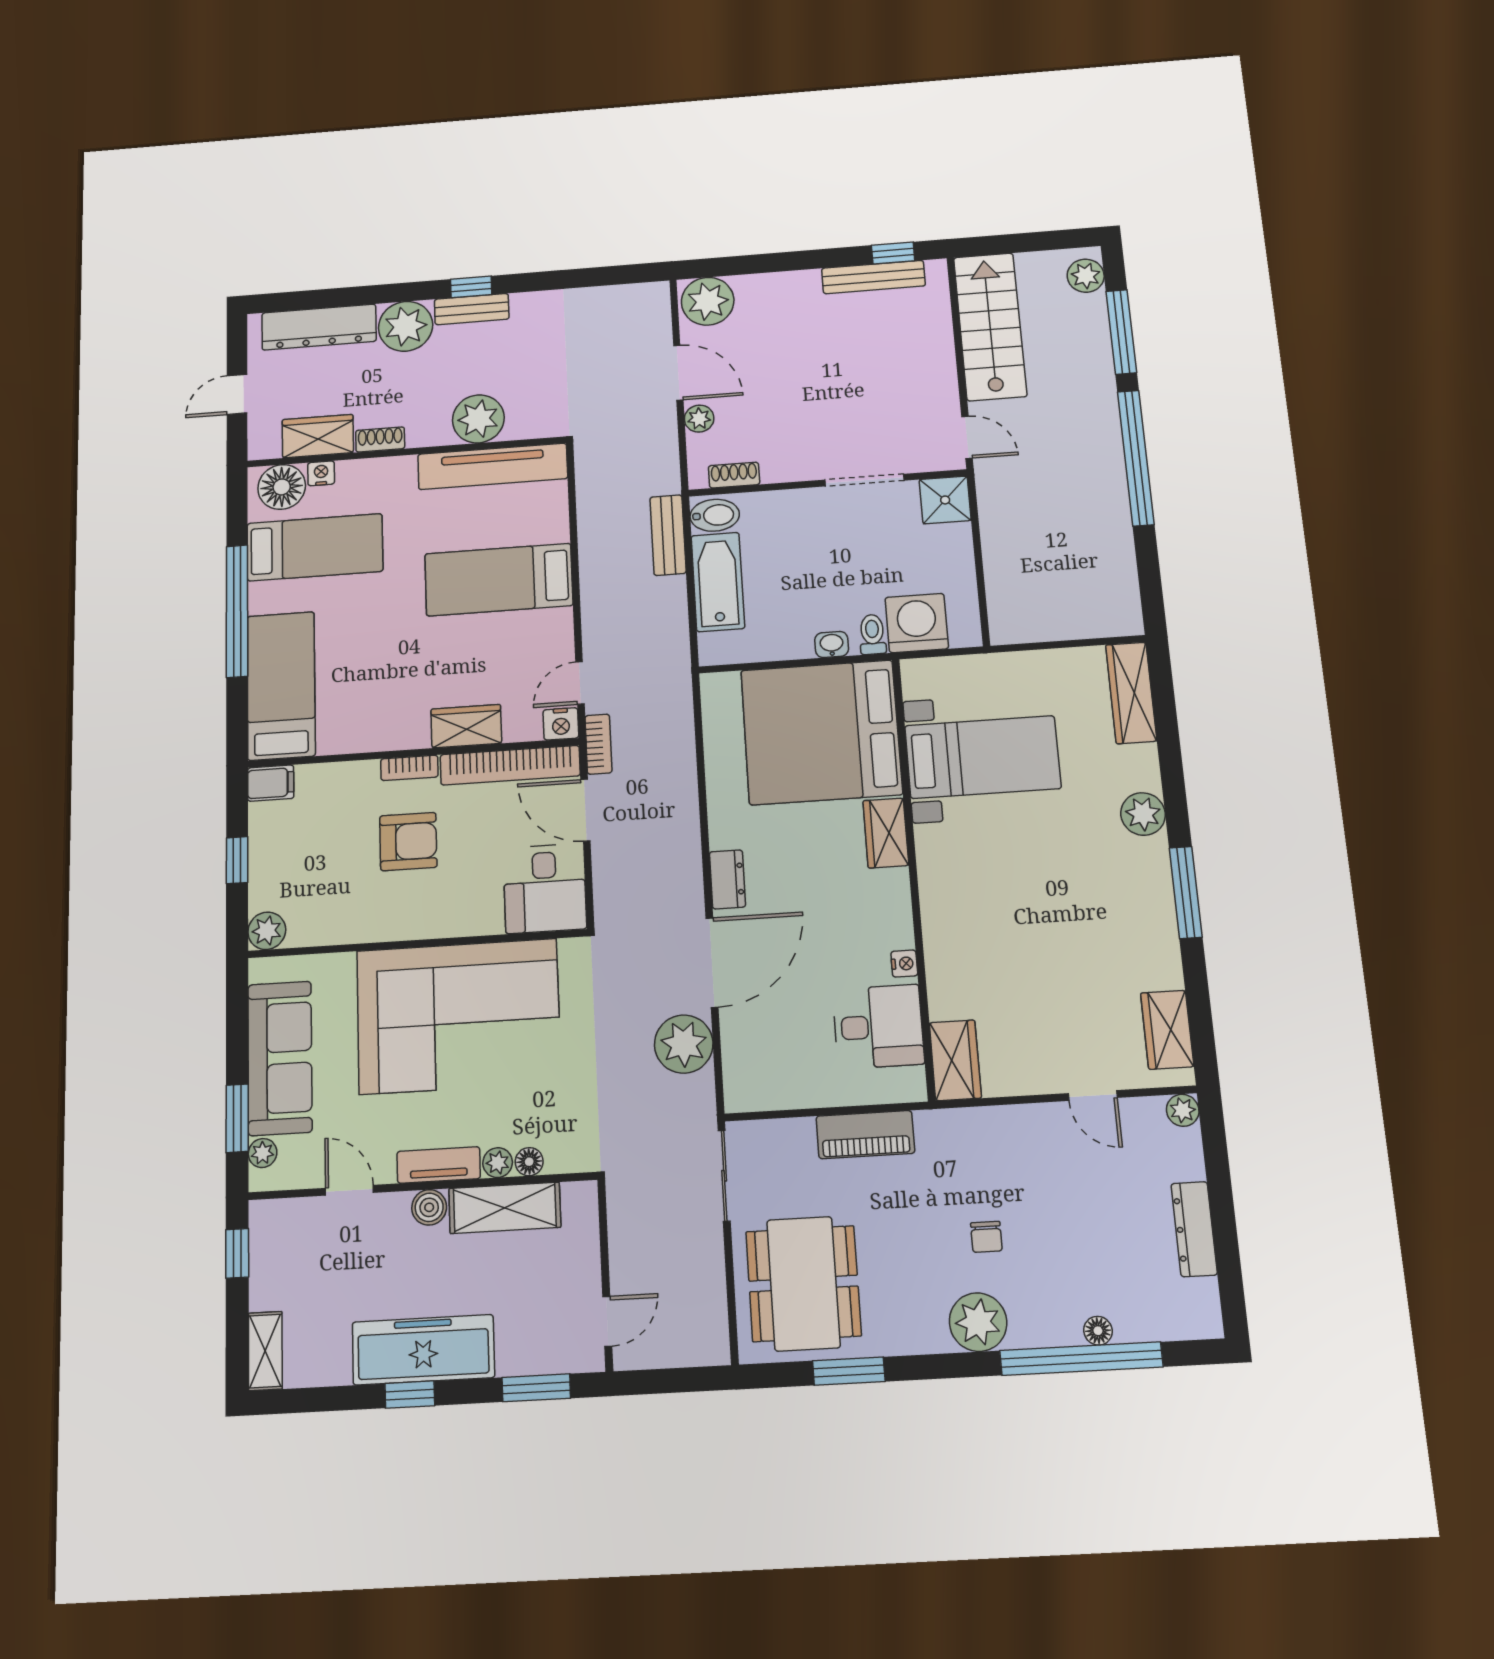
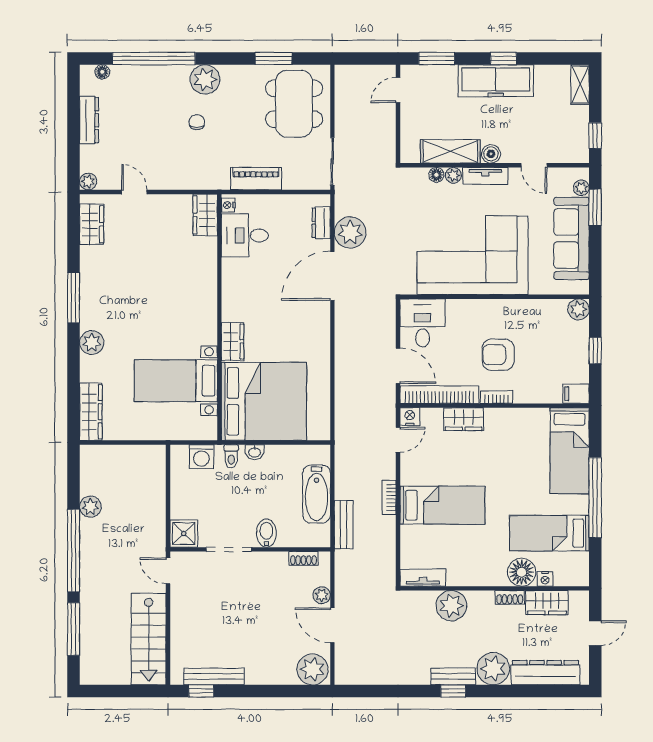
plant: (1086, 276) -> (90, 507), moved
tv unit: (493, 466) -> (423, 578), width x0.52, depth x0.78
floor lamp: (282, 487) -> (522, 572), moved
bidet: (715, 515) -> (266, 533), moved, turned 90
washing machine: (917, 623) -> (201, 457), width x0.73, depth x0.73
bookcase: (598, 744) -> (389, 498), moved
dresser: (727, 879) -> (321, 223), moved
nightstand: (904, 964) -> (228, 205), moved
floor lamp: (1098, 1331) -> (102, 72), moved

